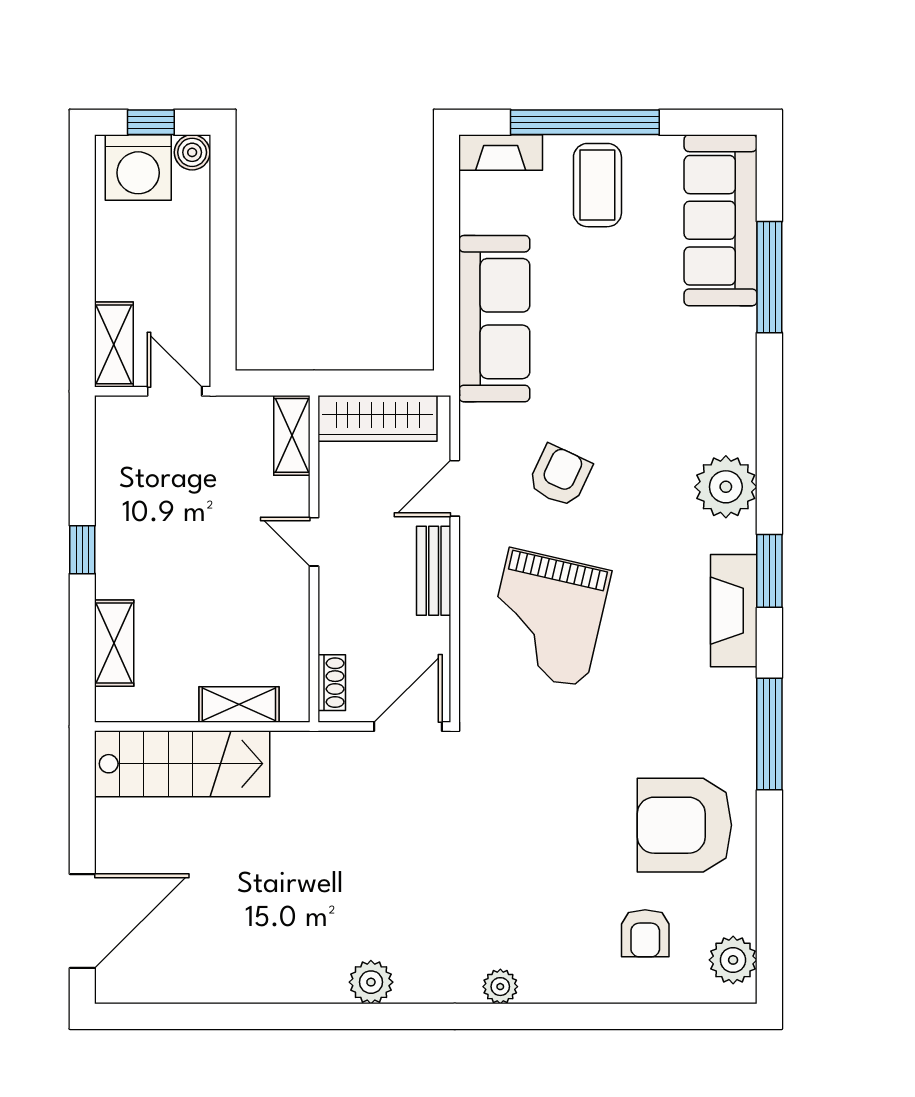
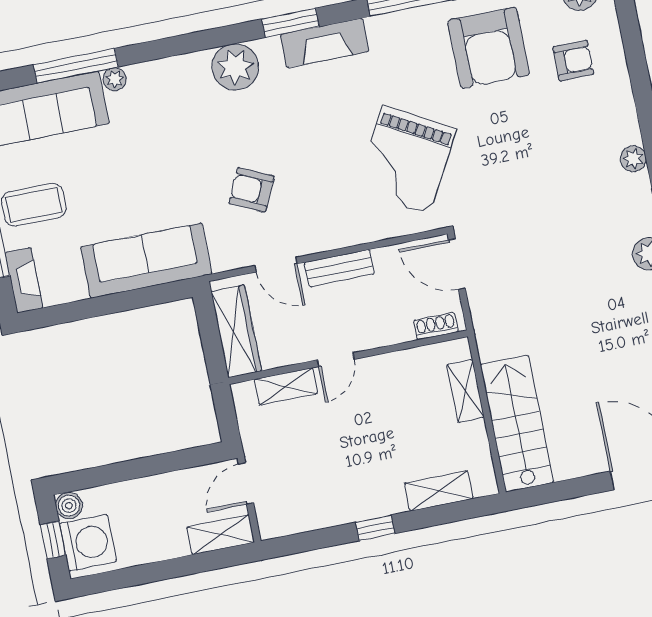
plant: (742, 325) -> (115, 79), added
shelving: (292, 435) -> (286, 386), moved
grand piano: (547, 618) -> (406, 160), moved, turned 106

